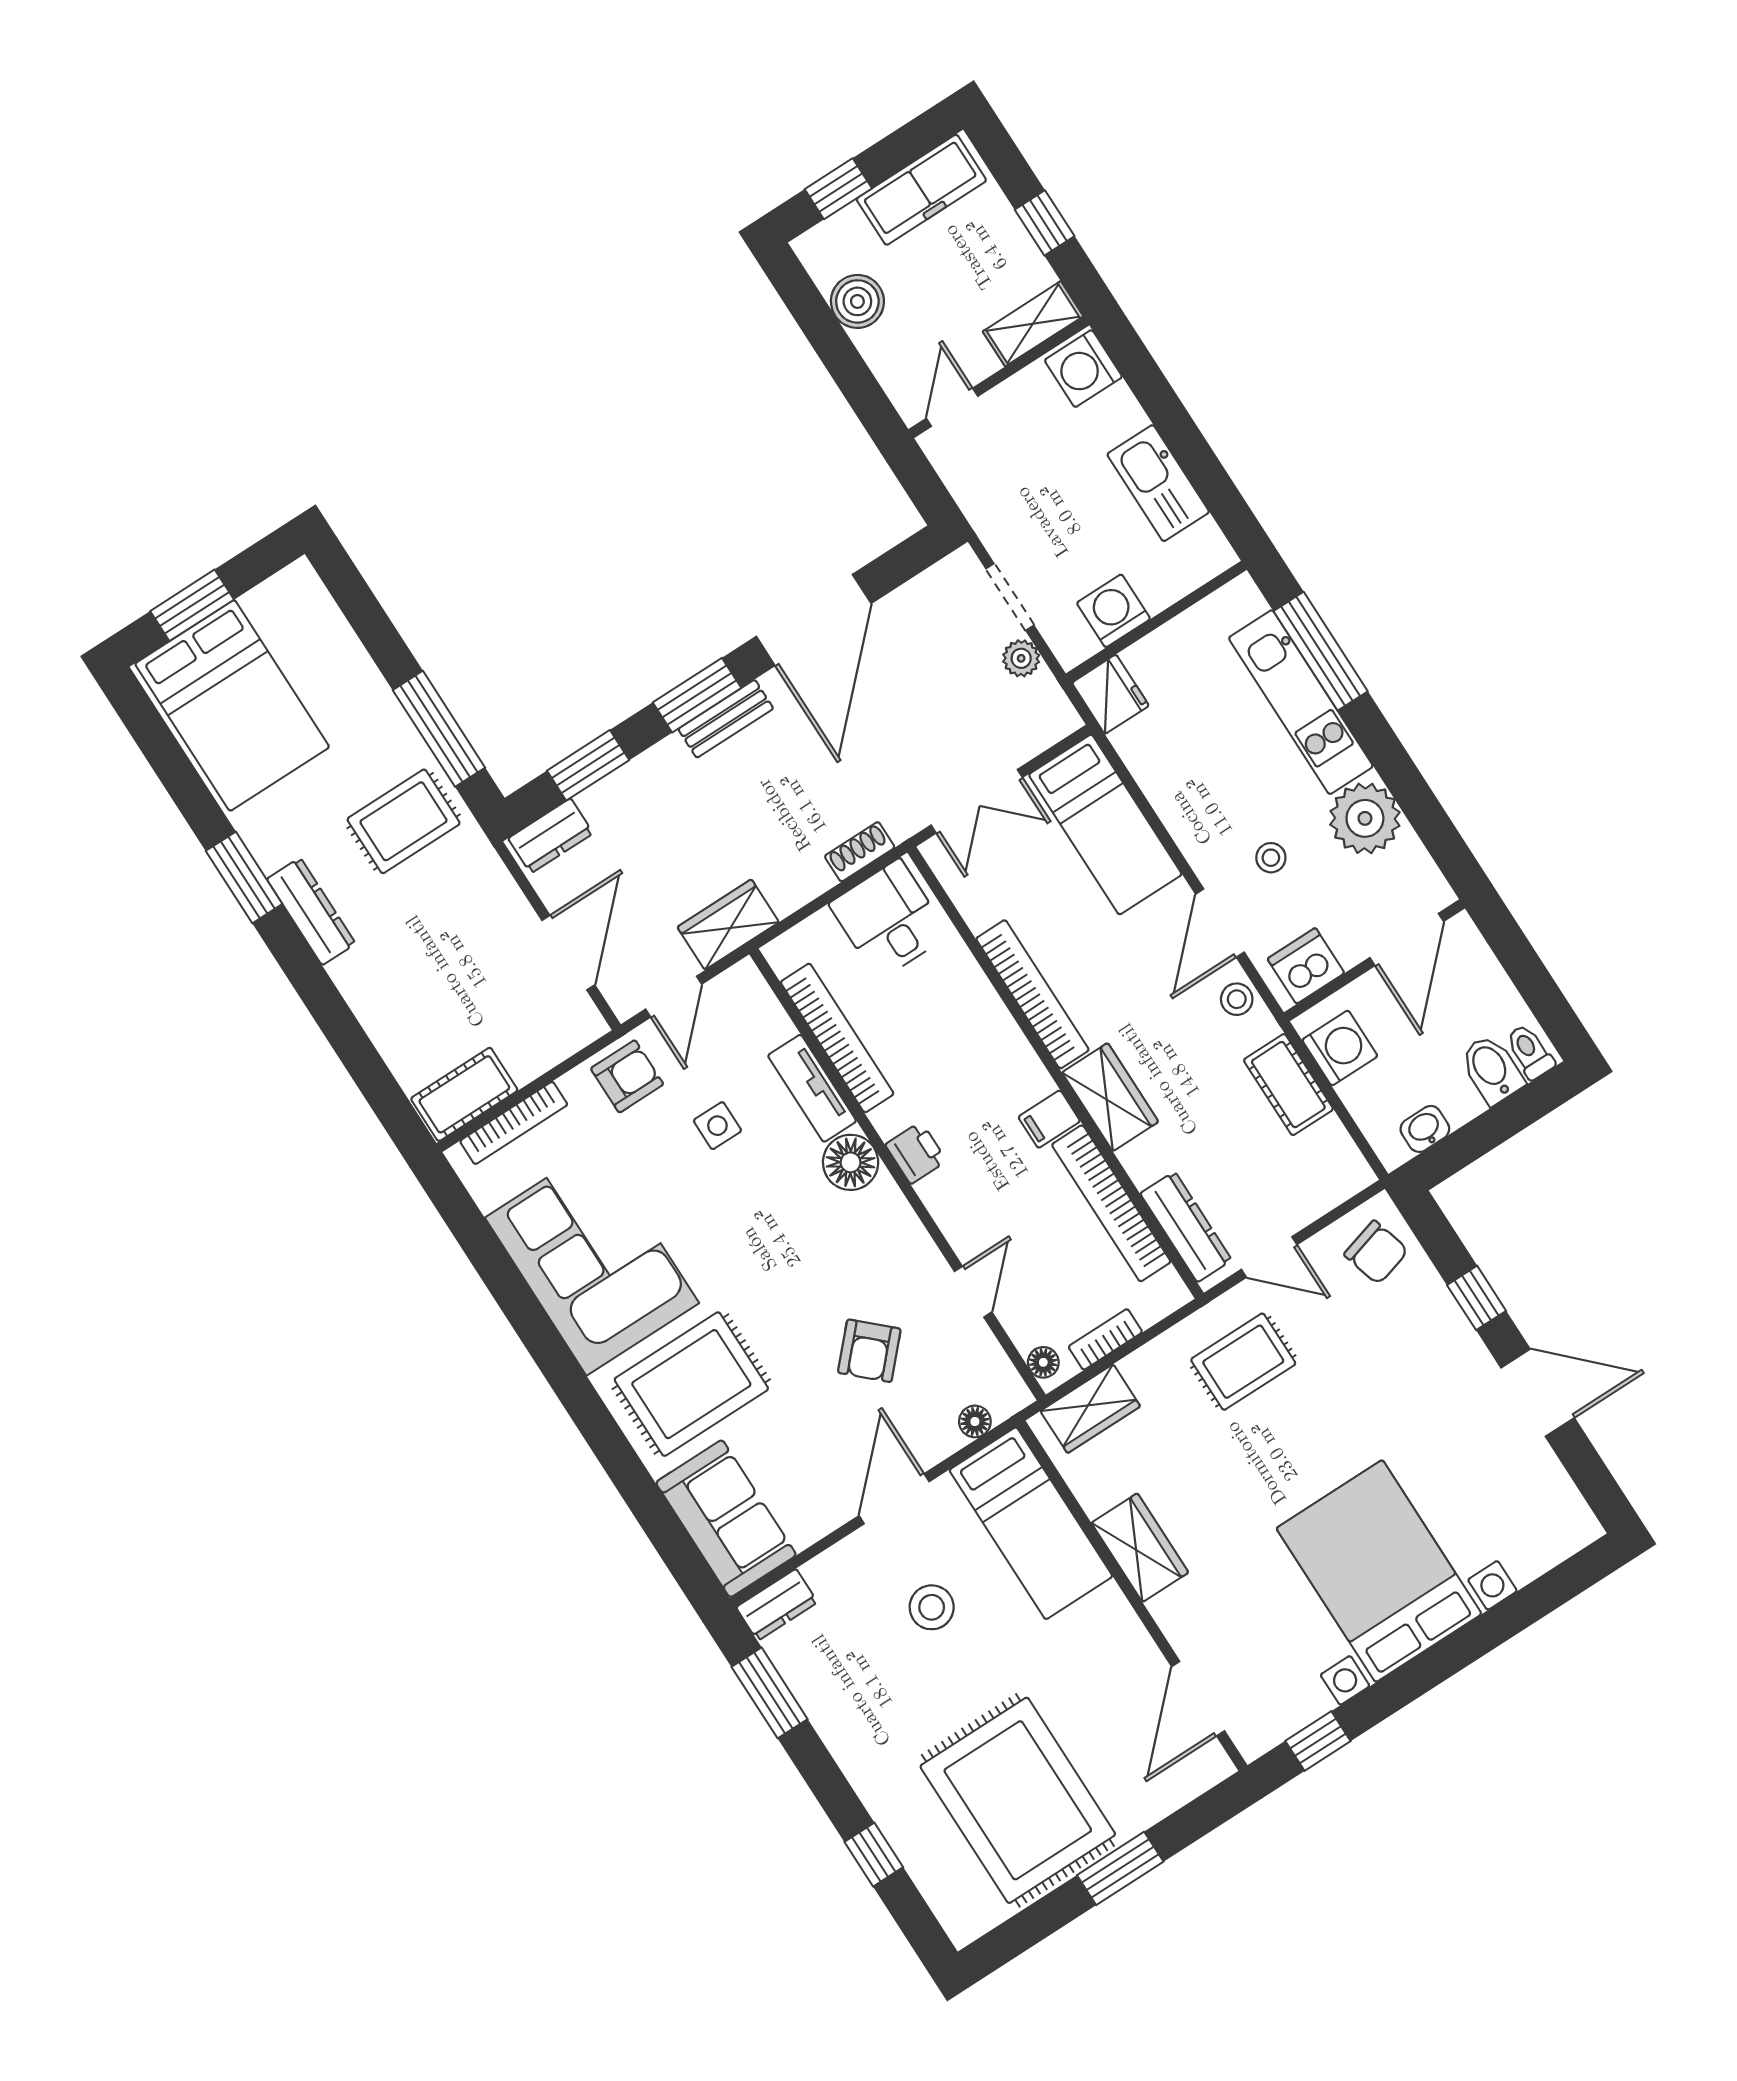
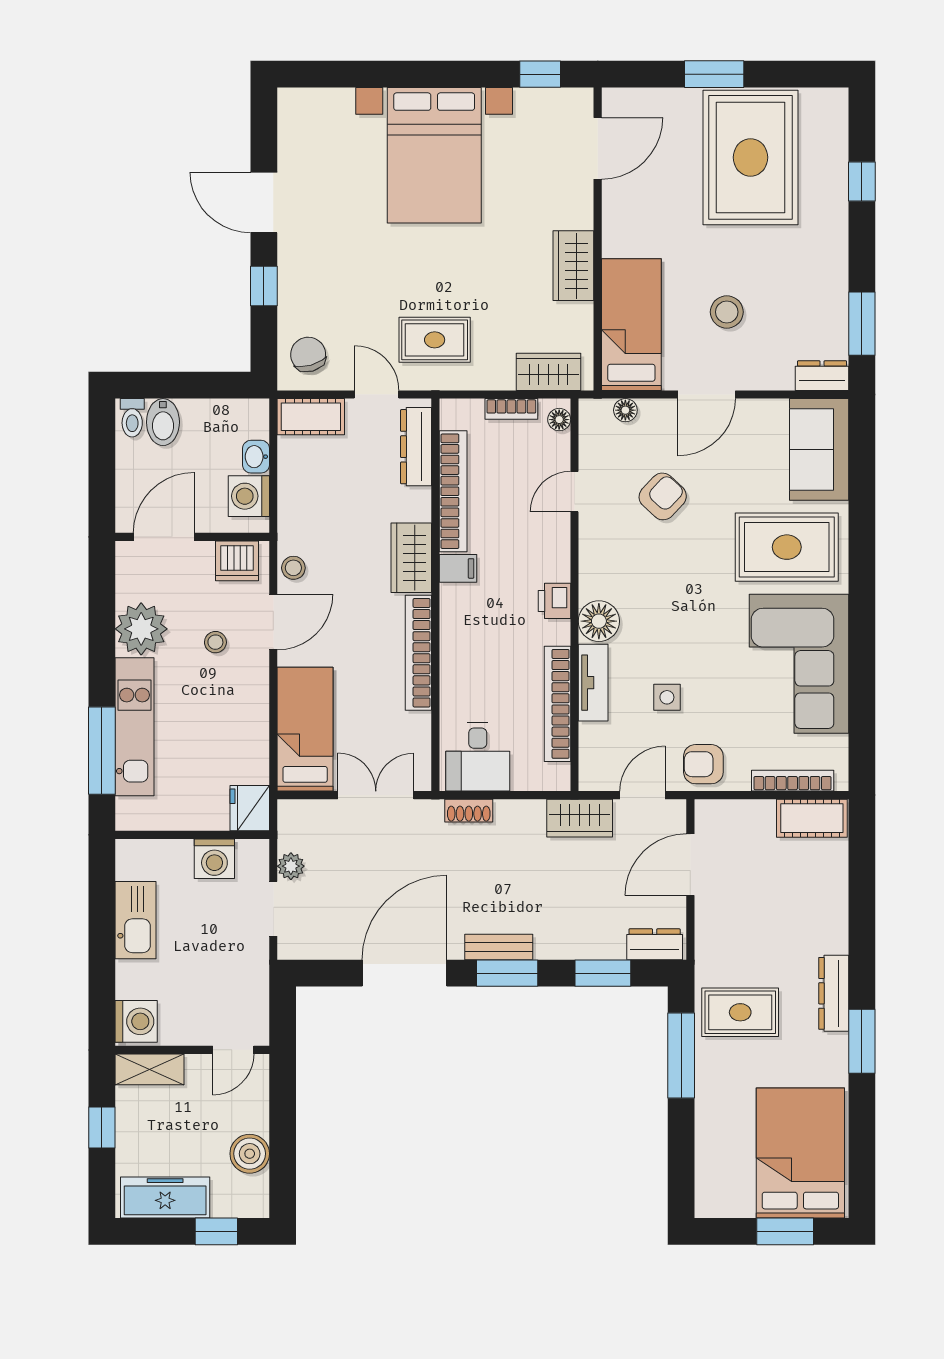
cot: (1288, 1085) -> (311, 417), moved, turned 90
washbasin: (1425, 1129) -> (256, 457), moved, turned 90

